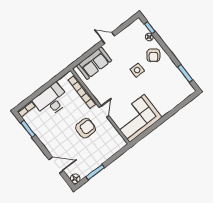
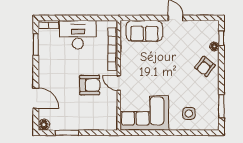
side table: (137, 70) -> (189, 113), moved
door: (104, 111) -> (119, 83), swing flipped

